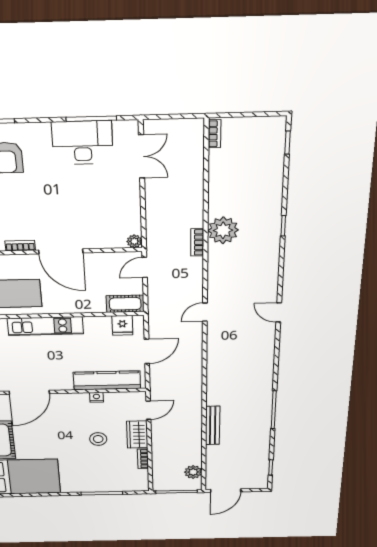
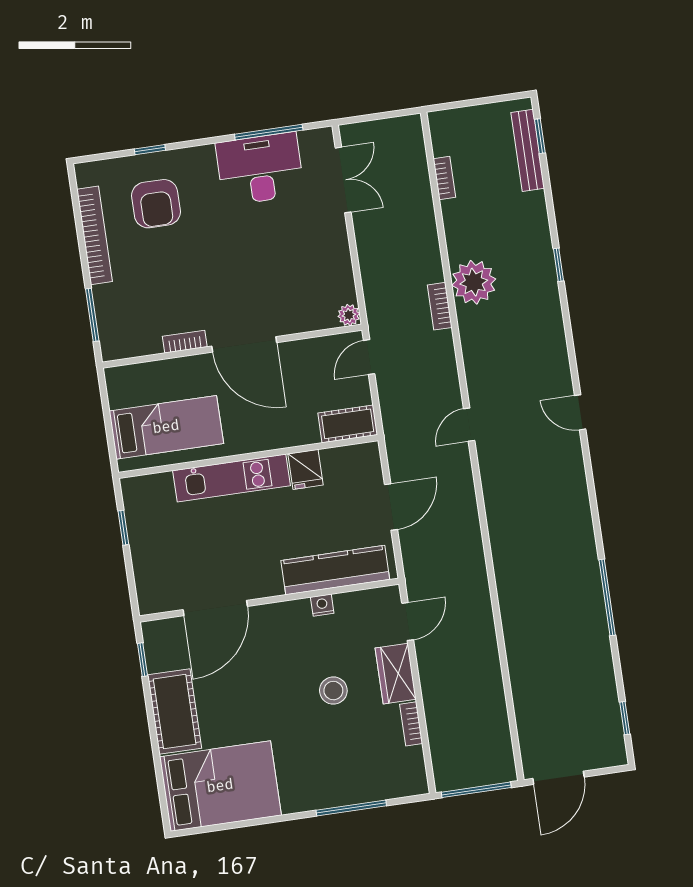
bookcase: (214, 134) -> (444, 178), moved
fridge: (122, 325) -> (306, 469), moved
bench: (213, 426) -> (528, 150), moved
plant: (193, 472) -> (498, 743), removed

